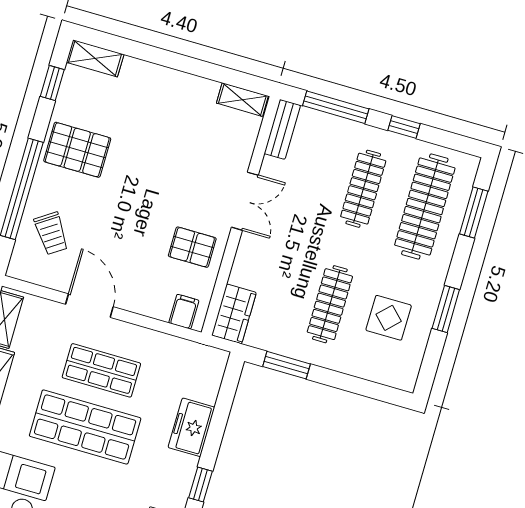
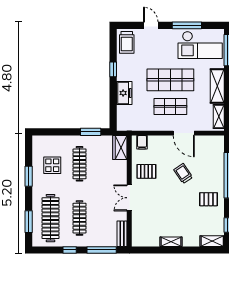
shelving: (242, 100) -> (171, 242), moved
pallet: (77, 150) -> (209, 199), width x0.67, depth x0.71
trolley: (51, 233) -> (183, 173), moved

